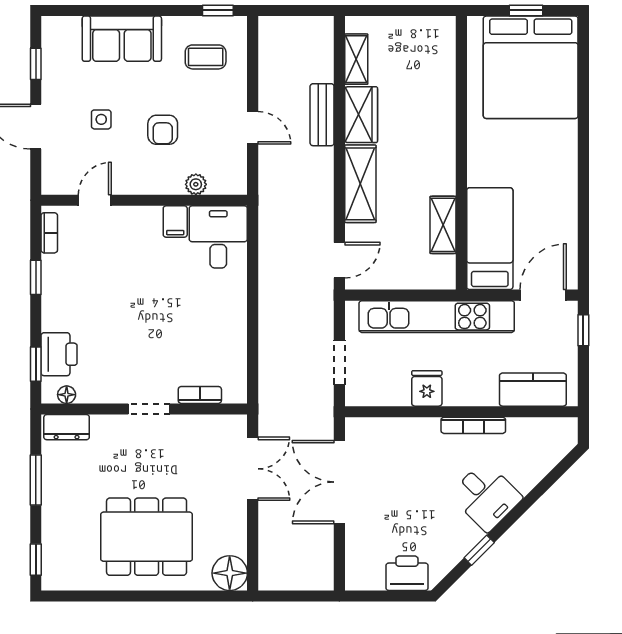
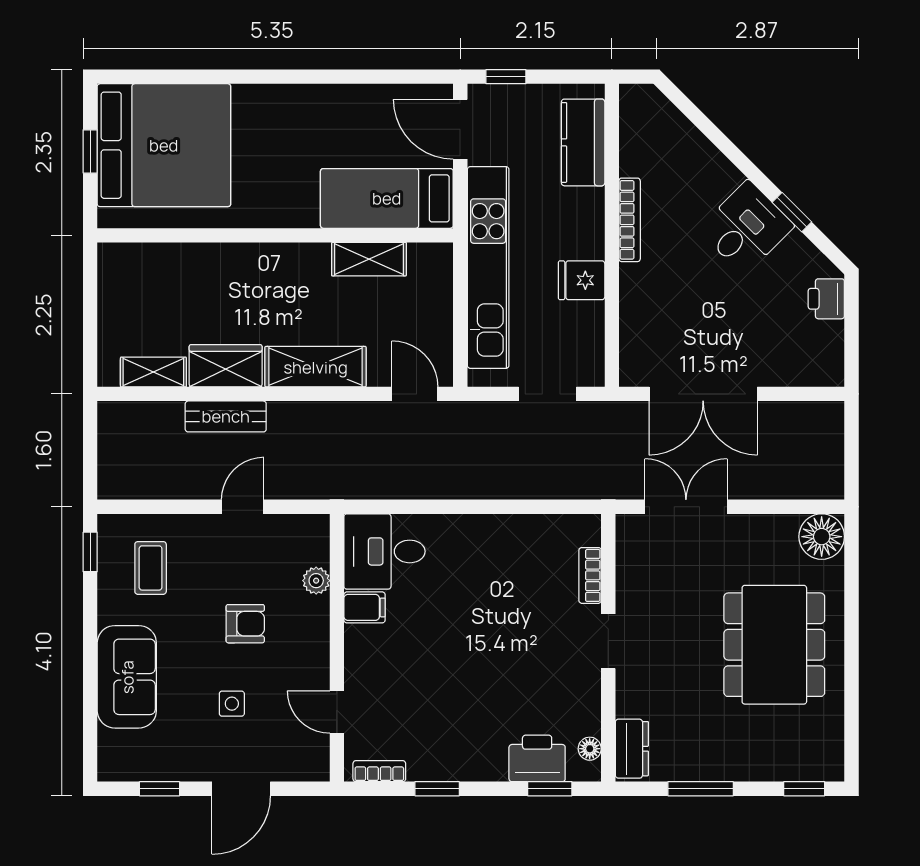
desk: (486, 496) -> (746, 228), moved
printer: (407, 573) -> (826, 299), width x0.73, depth x0.81

